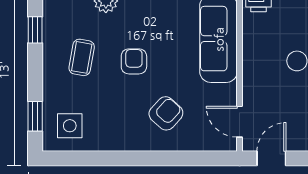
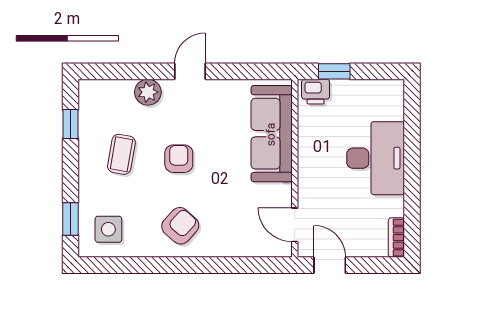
armchair: (166, 113) -> (180, 226), moved
door: (271, 158) -> (330, 265), hinge flipped

